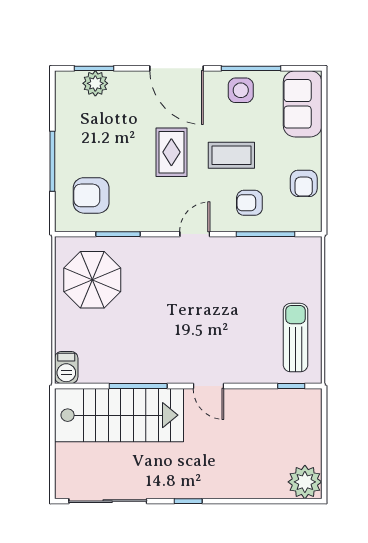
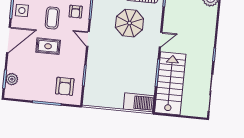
parasol: (92, 280) -> (129, 23), moved
barbecue: (66, 368) -> (139, 103), width x1.88, depth x1.53

